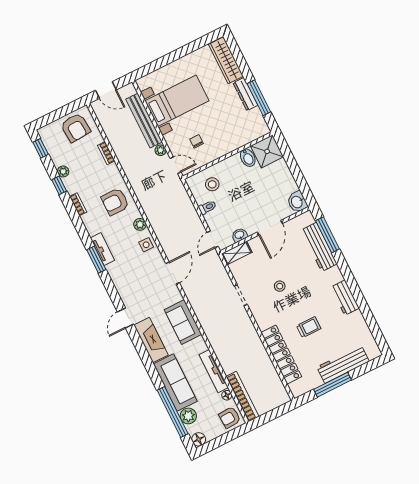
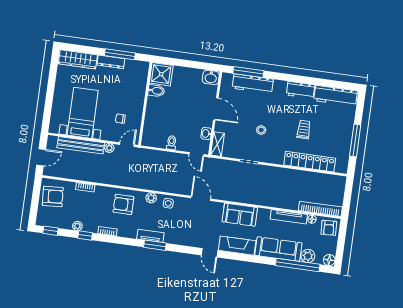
stool: (212, 184) -> (158, 128), removed
armchair: (115, 202) -> (123, 204), turned 90
workbench: (343, 364) -> (336, 96), moved, turned -90

